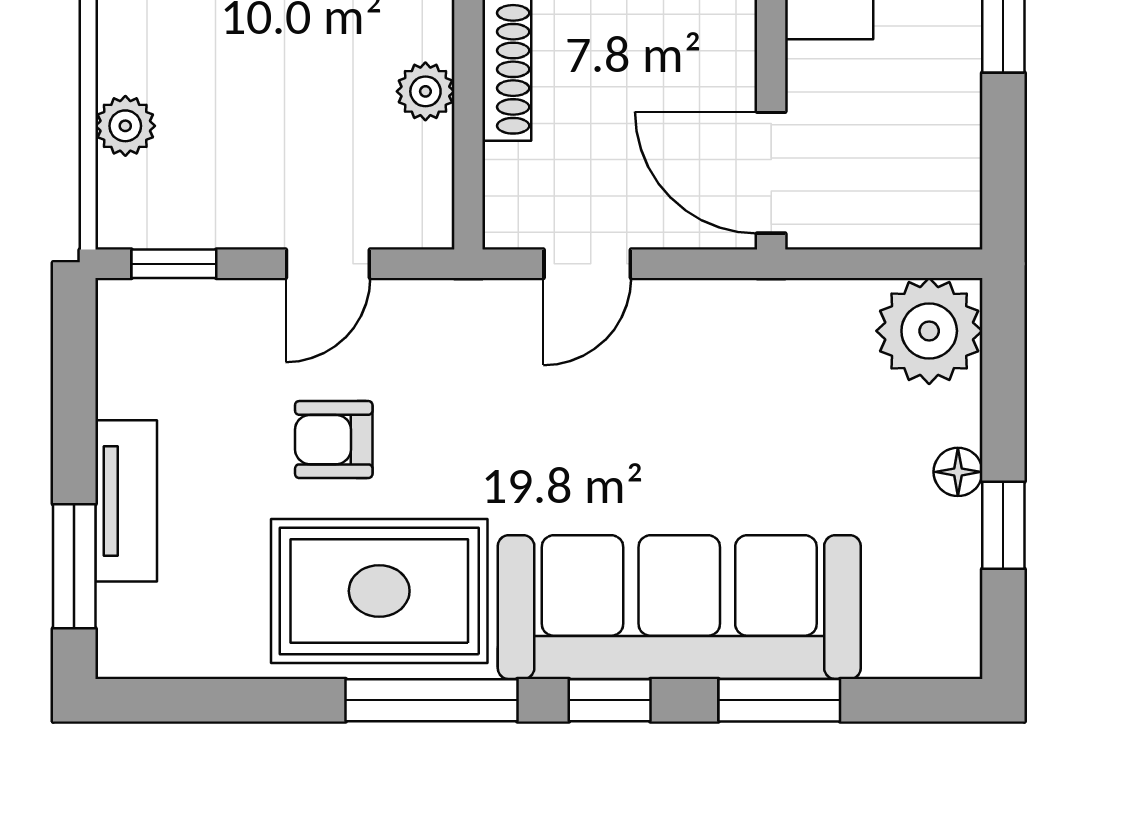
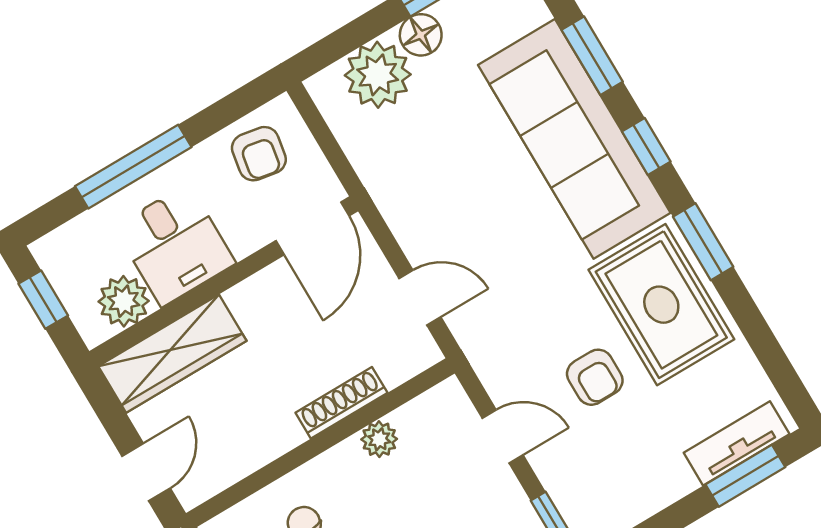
armchair: (918, 160) -> (259, 154), added
plant: (929, 331) -> (378, 75), moved
floor lamp: (958, 472) -> (421, 35), width x1.37, depth x1.37
tv unit: (126, 501) -> (737, 443), moved
window: (432, 700) -> (703, 242), width x0.69

